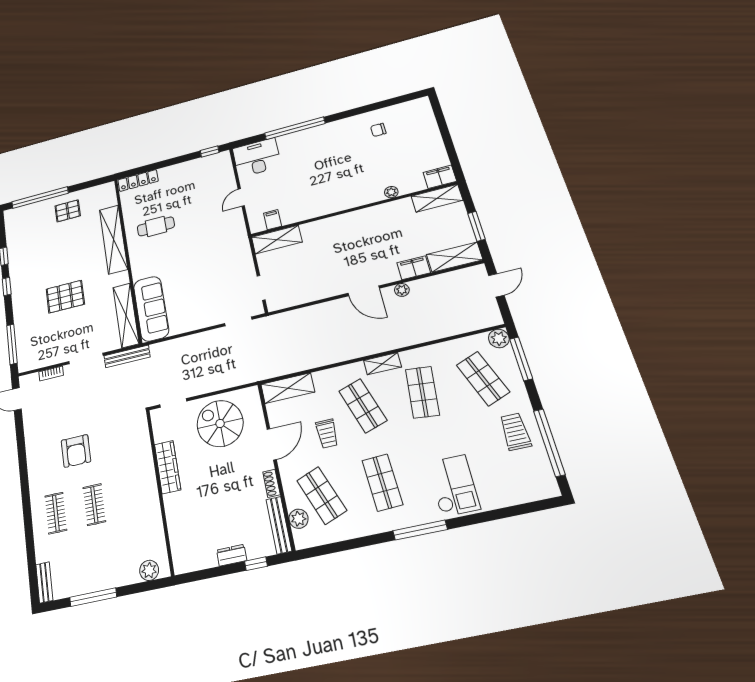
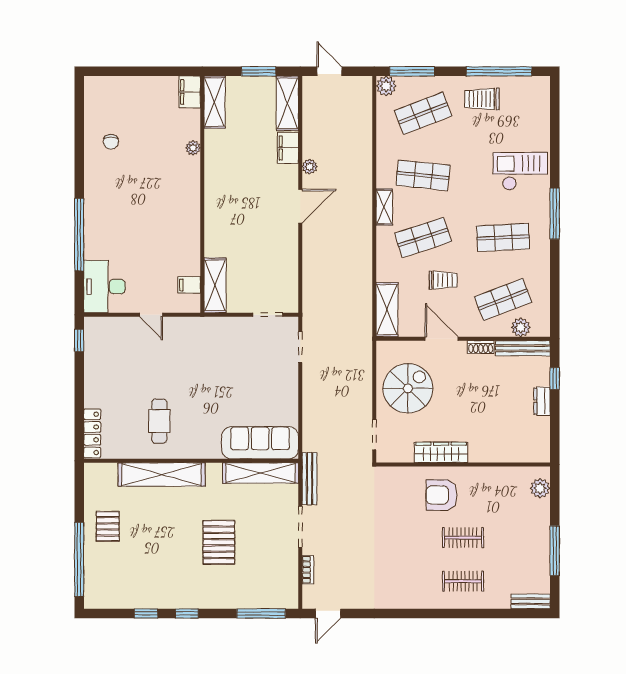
spiral stairs: (220, 423) -> (408, 388), turned 180
armchair: (76, 451) -> (442, 495), moved, turned 180

